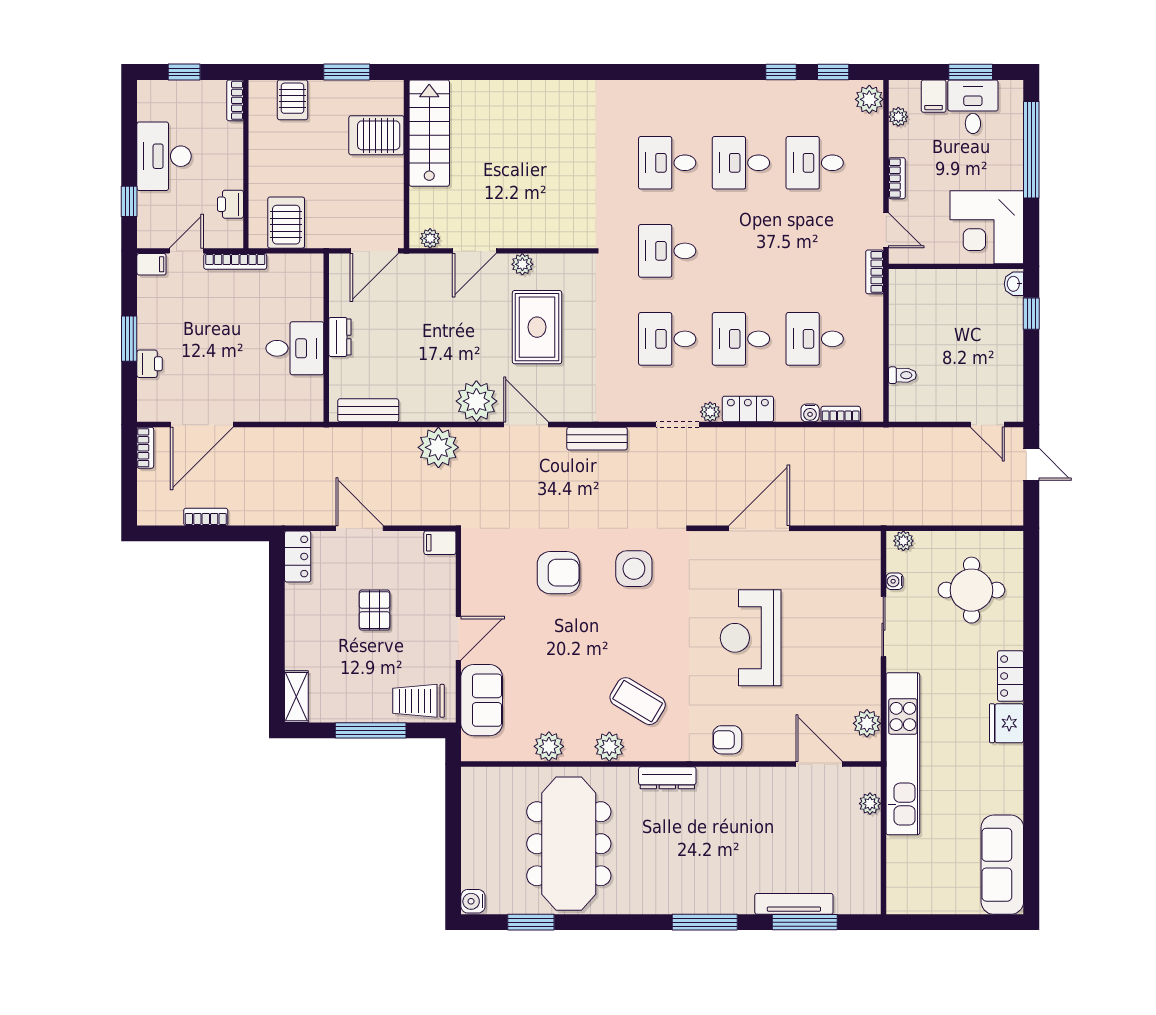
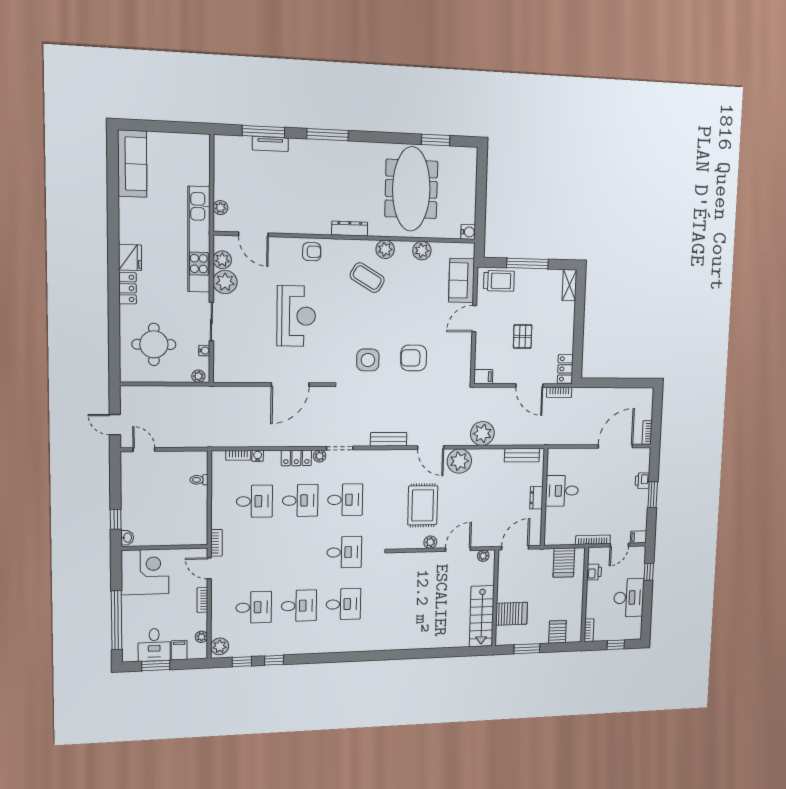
bookcase: (206, 517) -> (559, 392), moved
plant: (863, 689) -> (225, 282), added
water cooler: (473, 901) -> (468, 232), moved
tv unit: (794, 904) -> (270, 144), width x0.71

